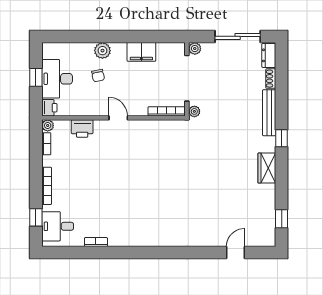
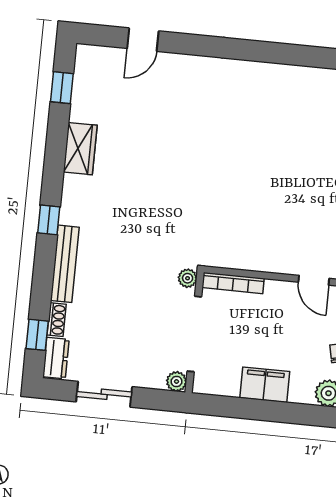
sliding door: (238, 36) -> (104, 394), width x0.73
window: (282, 68) -> (37, 335), added
wardrobe: (267, 168) -> (80, 149), moved

